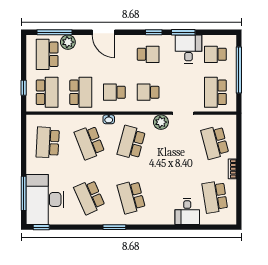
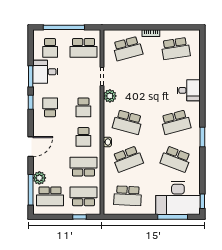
school desk: (89, 197) -> (176, 159), turned 45
desk: (187, 212) -> (189, 90), moved

